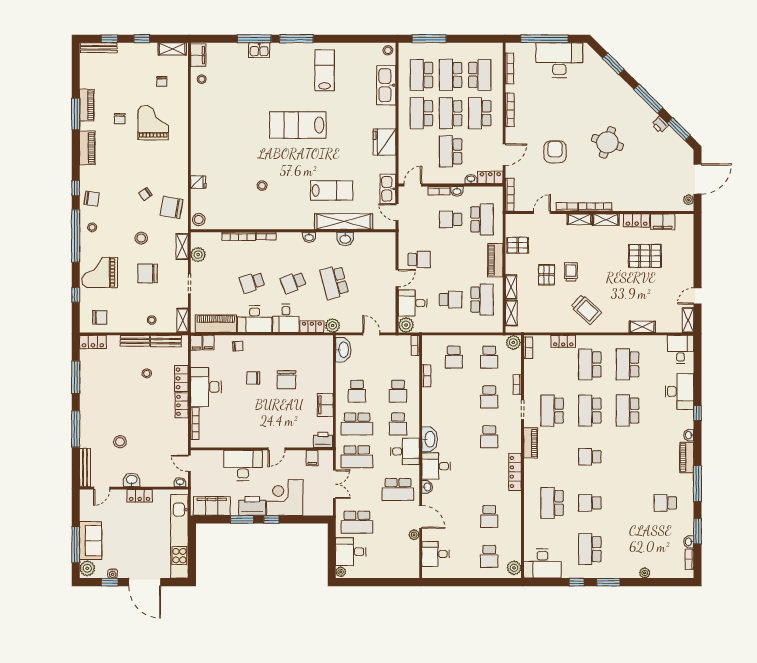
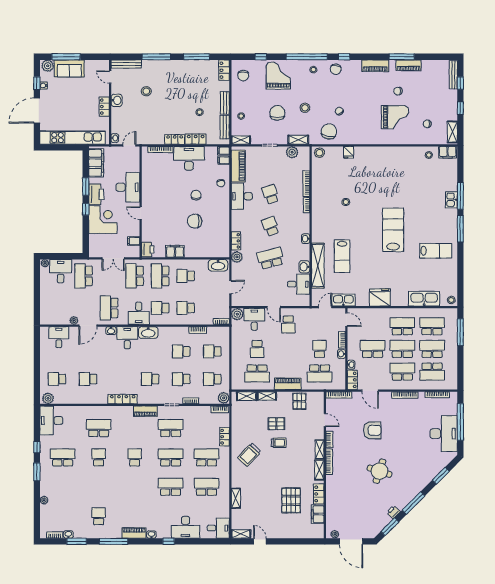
desk: (286, 318) -> (299, 284), moved, turned 180
school desk: (454, 397) -> (181, 351), added

